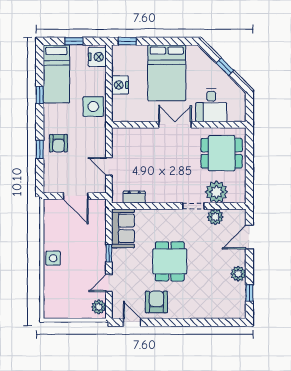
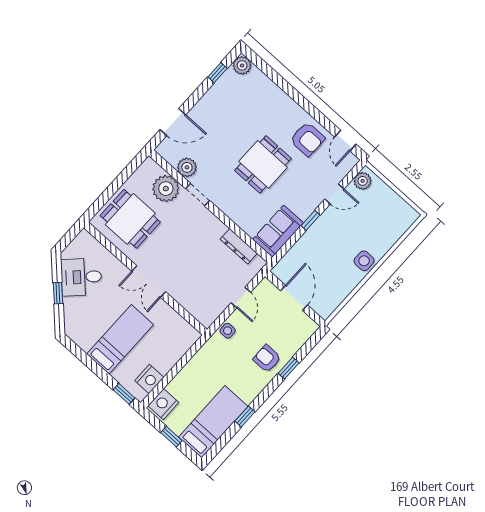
bed: (167, 73) -> (120, 339), width x0.67
nightstand: (120, 85) -> (149, 379), moved
desk: (211, 105) -> (81, 277), moved, turned -135
side table: (93, 107) -> (228, 331), moved, width x0.54, depth x0.54
armchair: (58, 143) -> (267, 359), turned -90
dresser: (134, 197) -> (239, 246), width x1.44
plant: (238, 274) -> (242, 65), moved
armchair: (156, 302) -> (307, 139), turned -90

